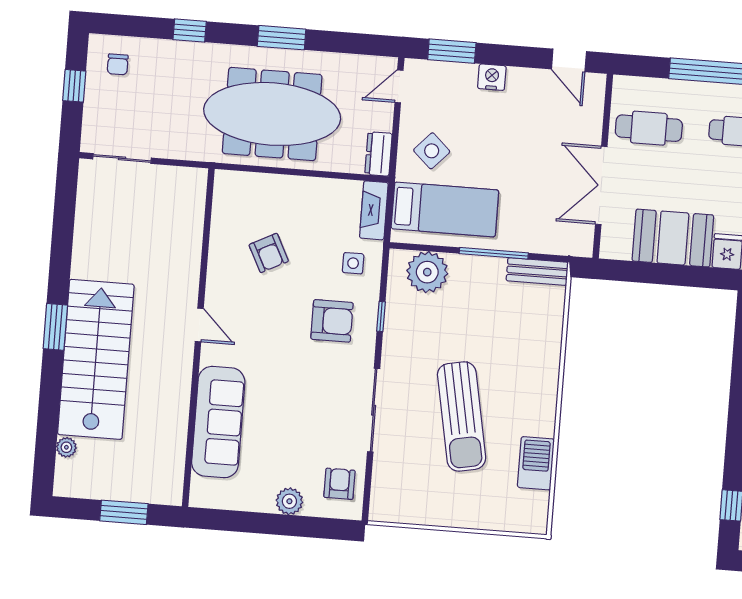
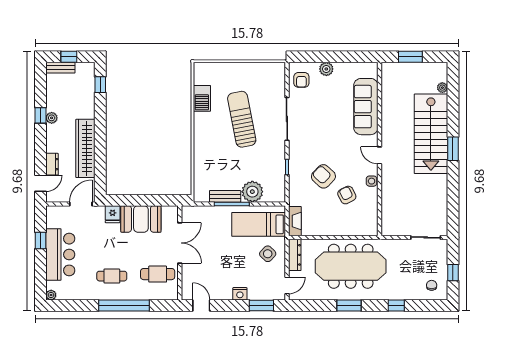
dresser: (378, 154) -> (295, 255), width x1.44
side table: (353, 263) -> (372, 181), moved
plant: (427, 272) -> (252, 192), moved
bench: (537, 272) -> (225, 196), moved
armchair: (332, 321) -> (323, 176), moved, turned 43

